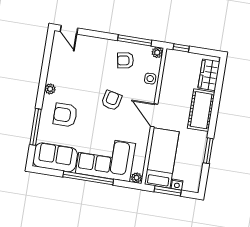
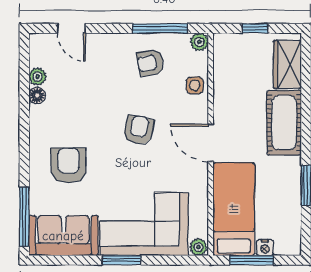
door: (69, 30) -> (71, 28), moved
window: (181, 48) -> (255, 28), moved
floor lamp: (53, 69) -> (37, 95), added
plant: (50, 89) -> (38, 77), moved
armchair: (65, 115) -> (69, 165), turned 90
window: (36, 127) -> (24, 217), moved
window: (88, 178) -> (121, 260), width x0.47

